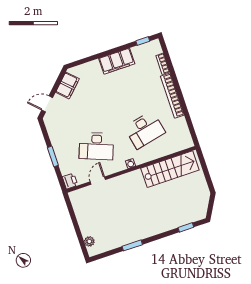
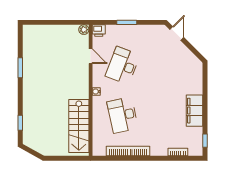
filing cabinet: (67, 86) -> (187, 58), removed
bookcase: (172, 96) -> (128, 151), moved
plant: (89, 241) -> (84, 30), moved

